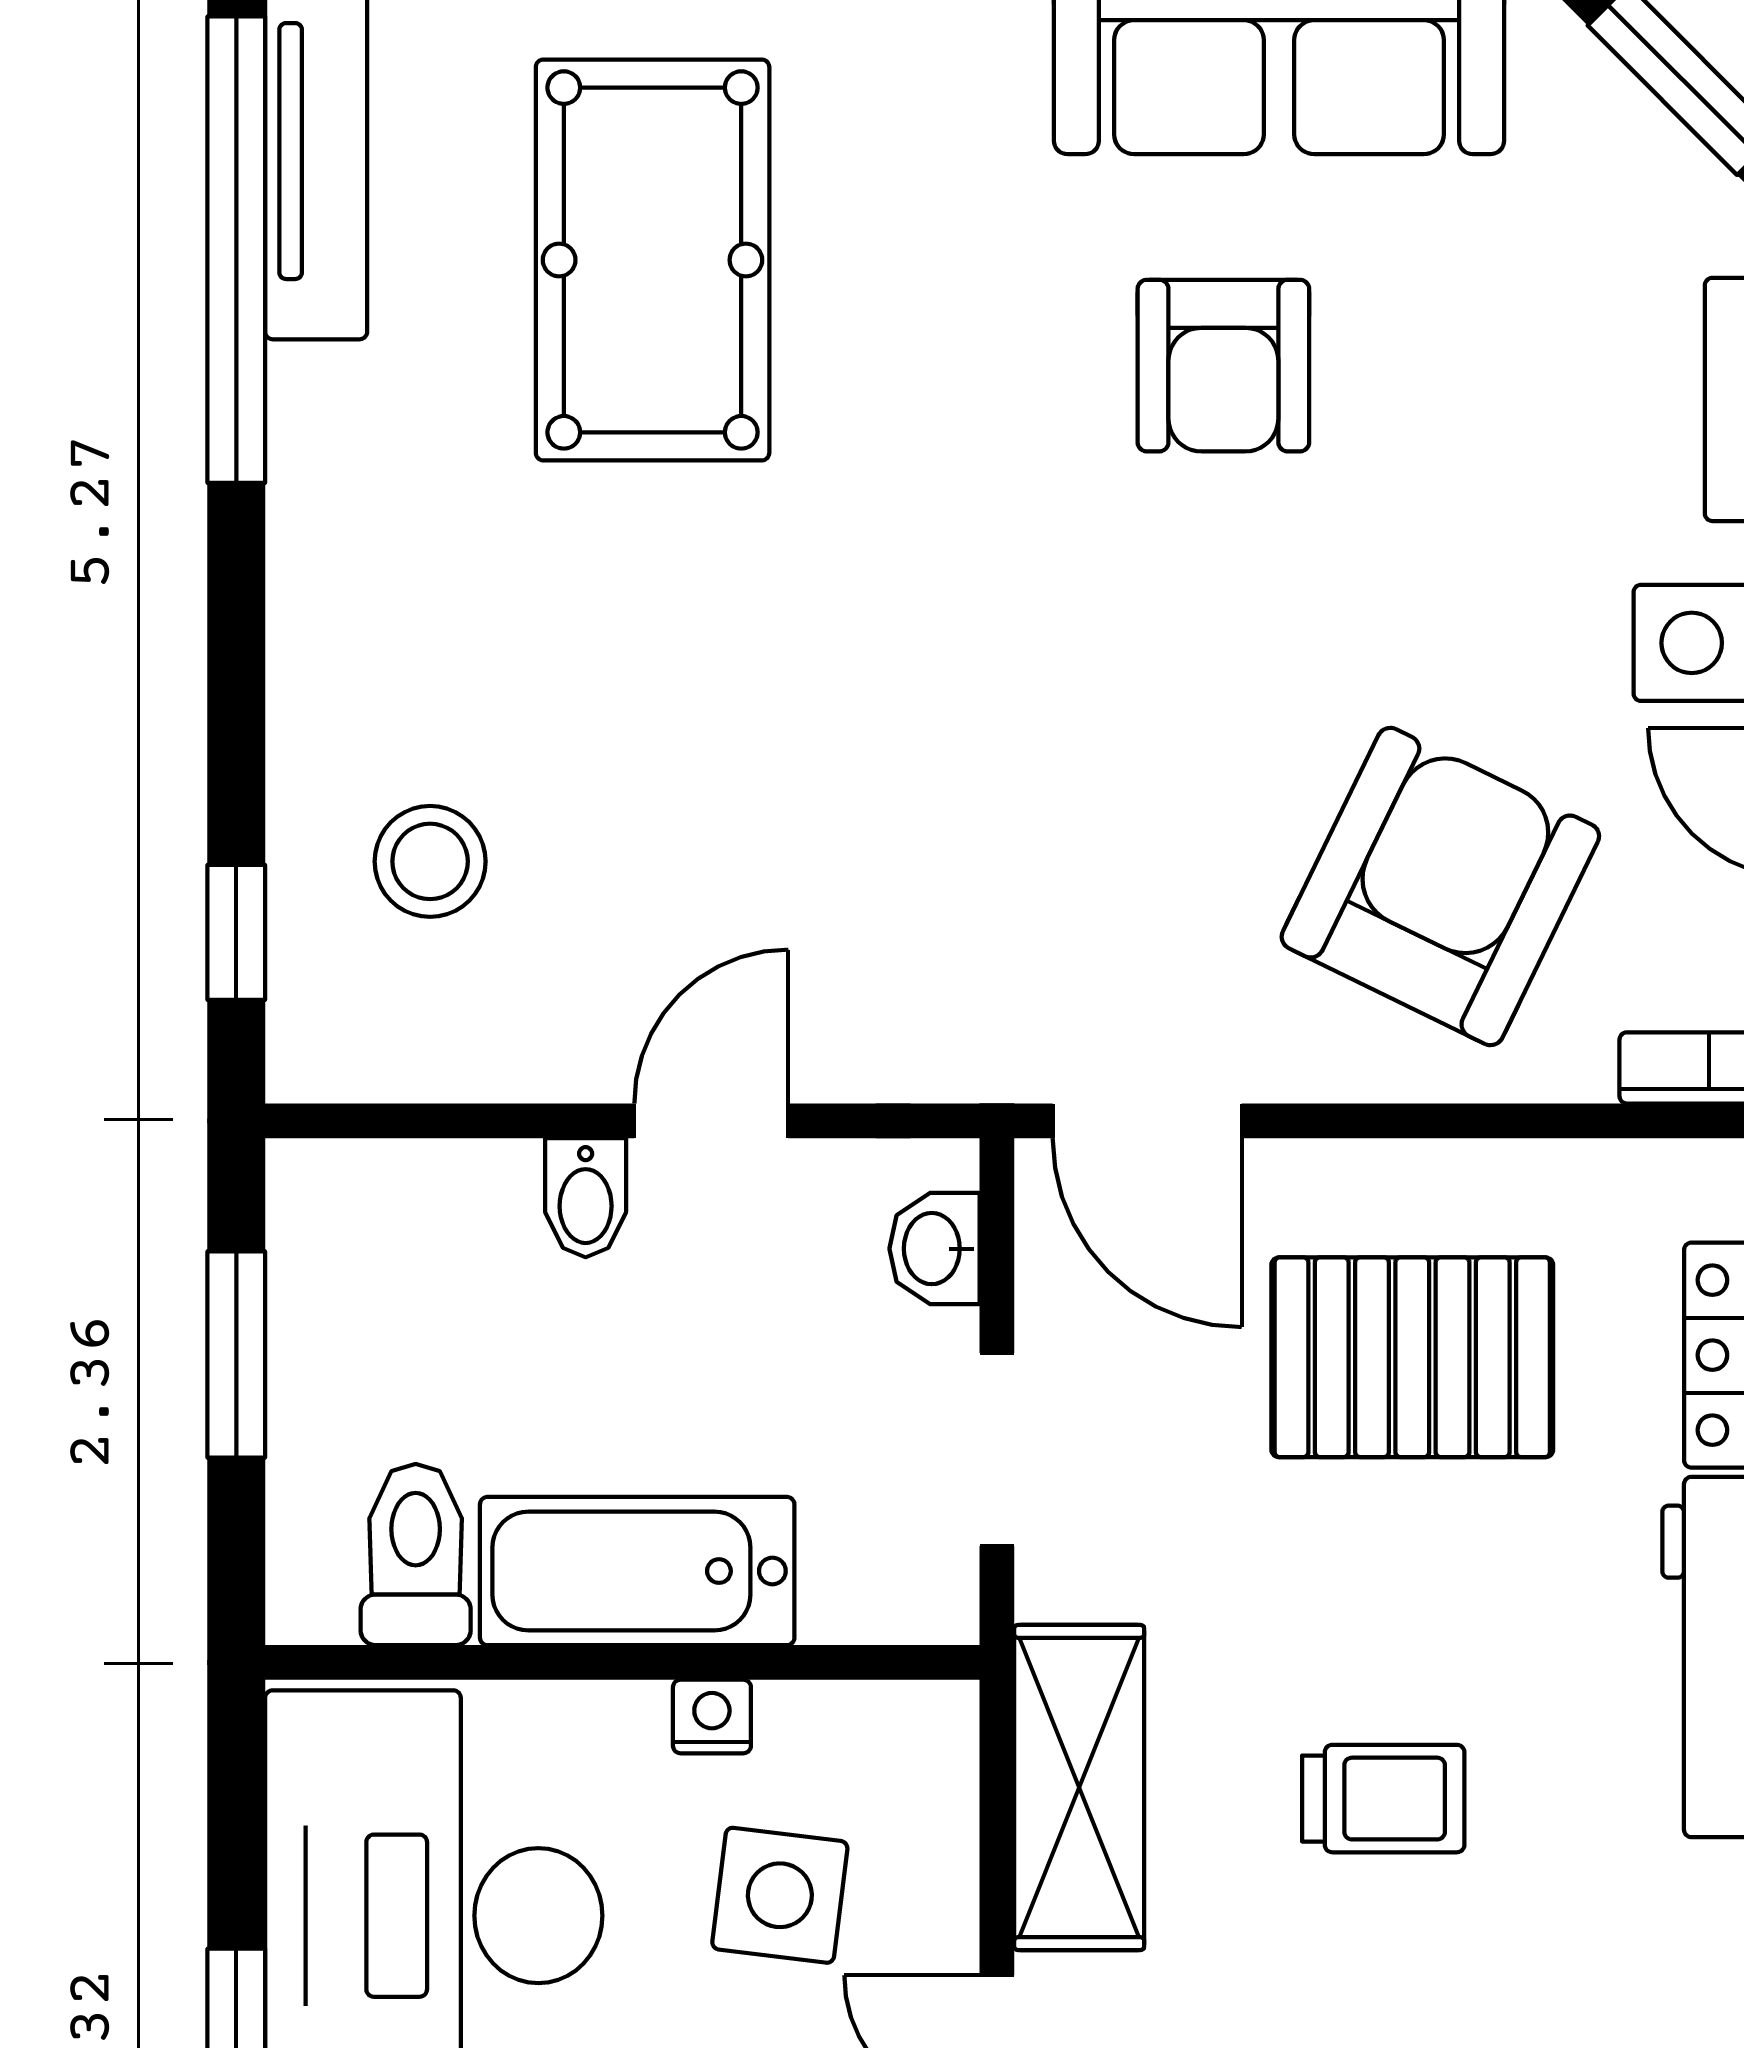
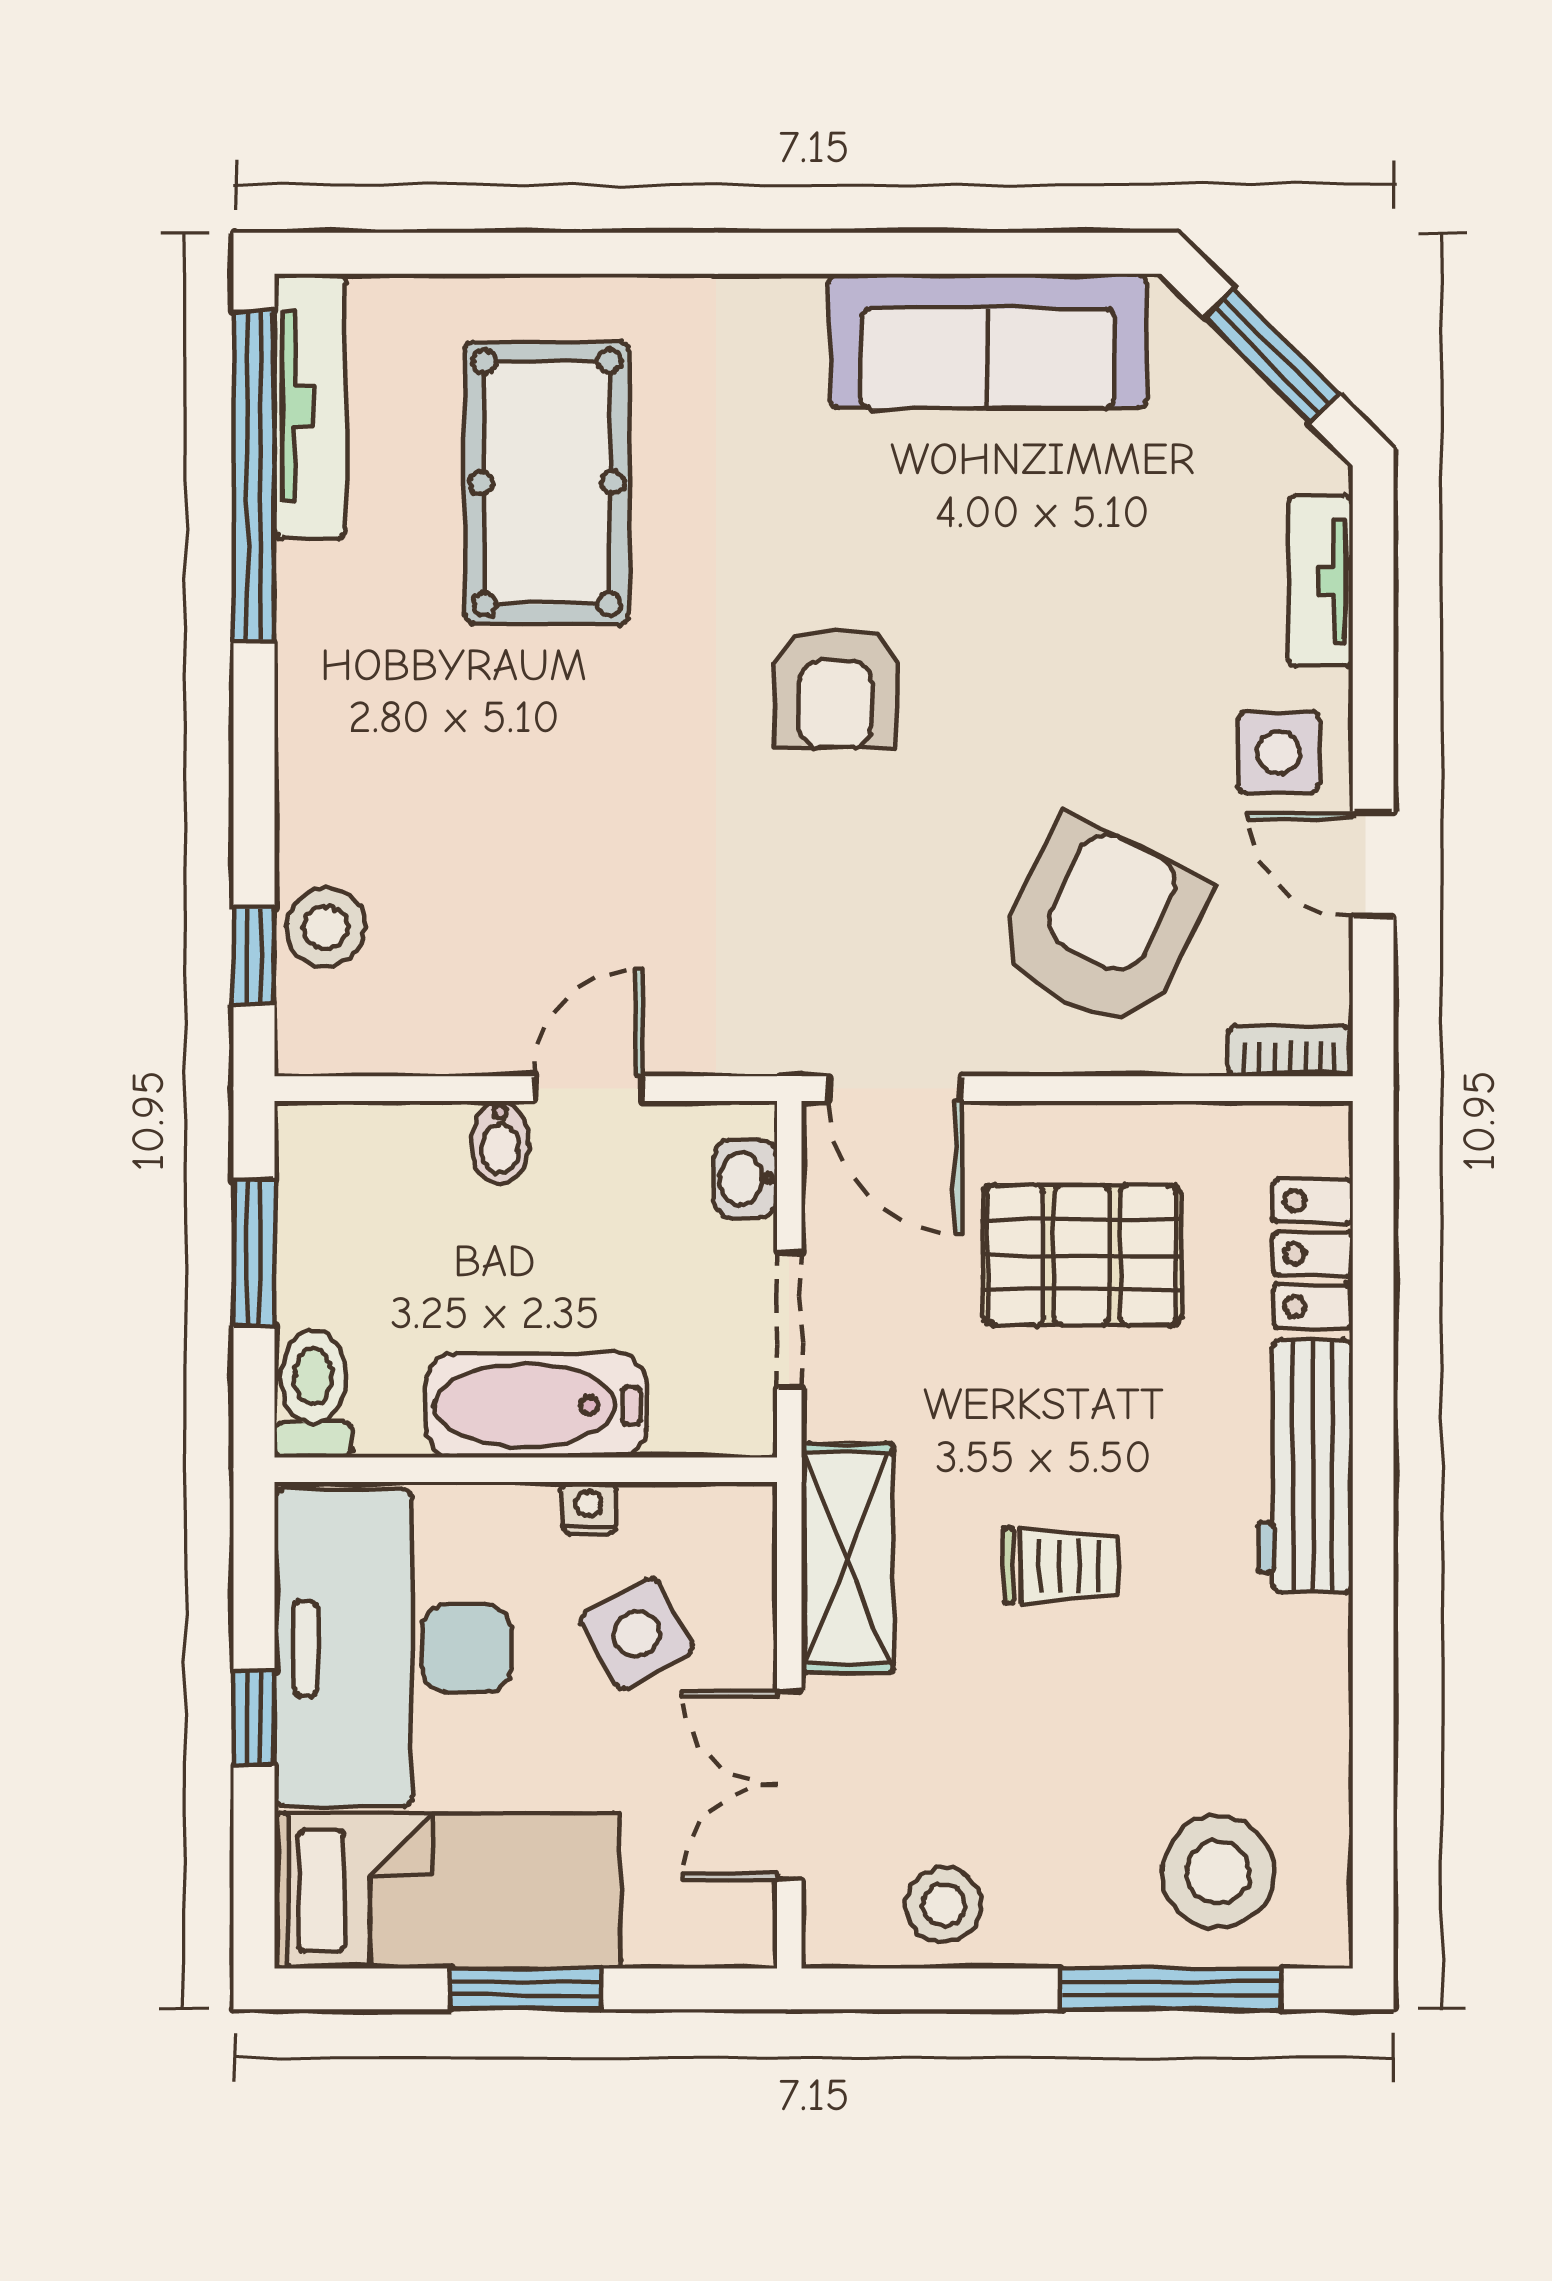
armchair: (1223, 366) -> (835, 687), moved
stool: (430, 861) -> (326, 927), moved
toilet: (416, 1555) -> (313, 1394), moved
side table: (780, 1895) -> (637, 1634), turned -36

